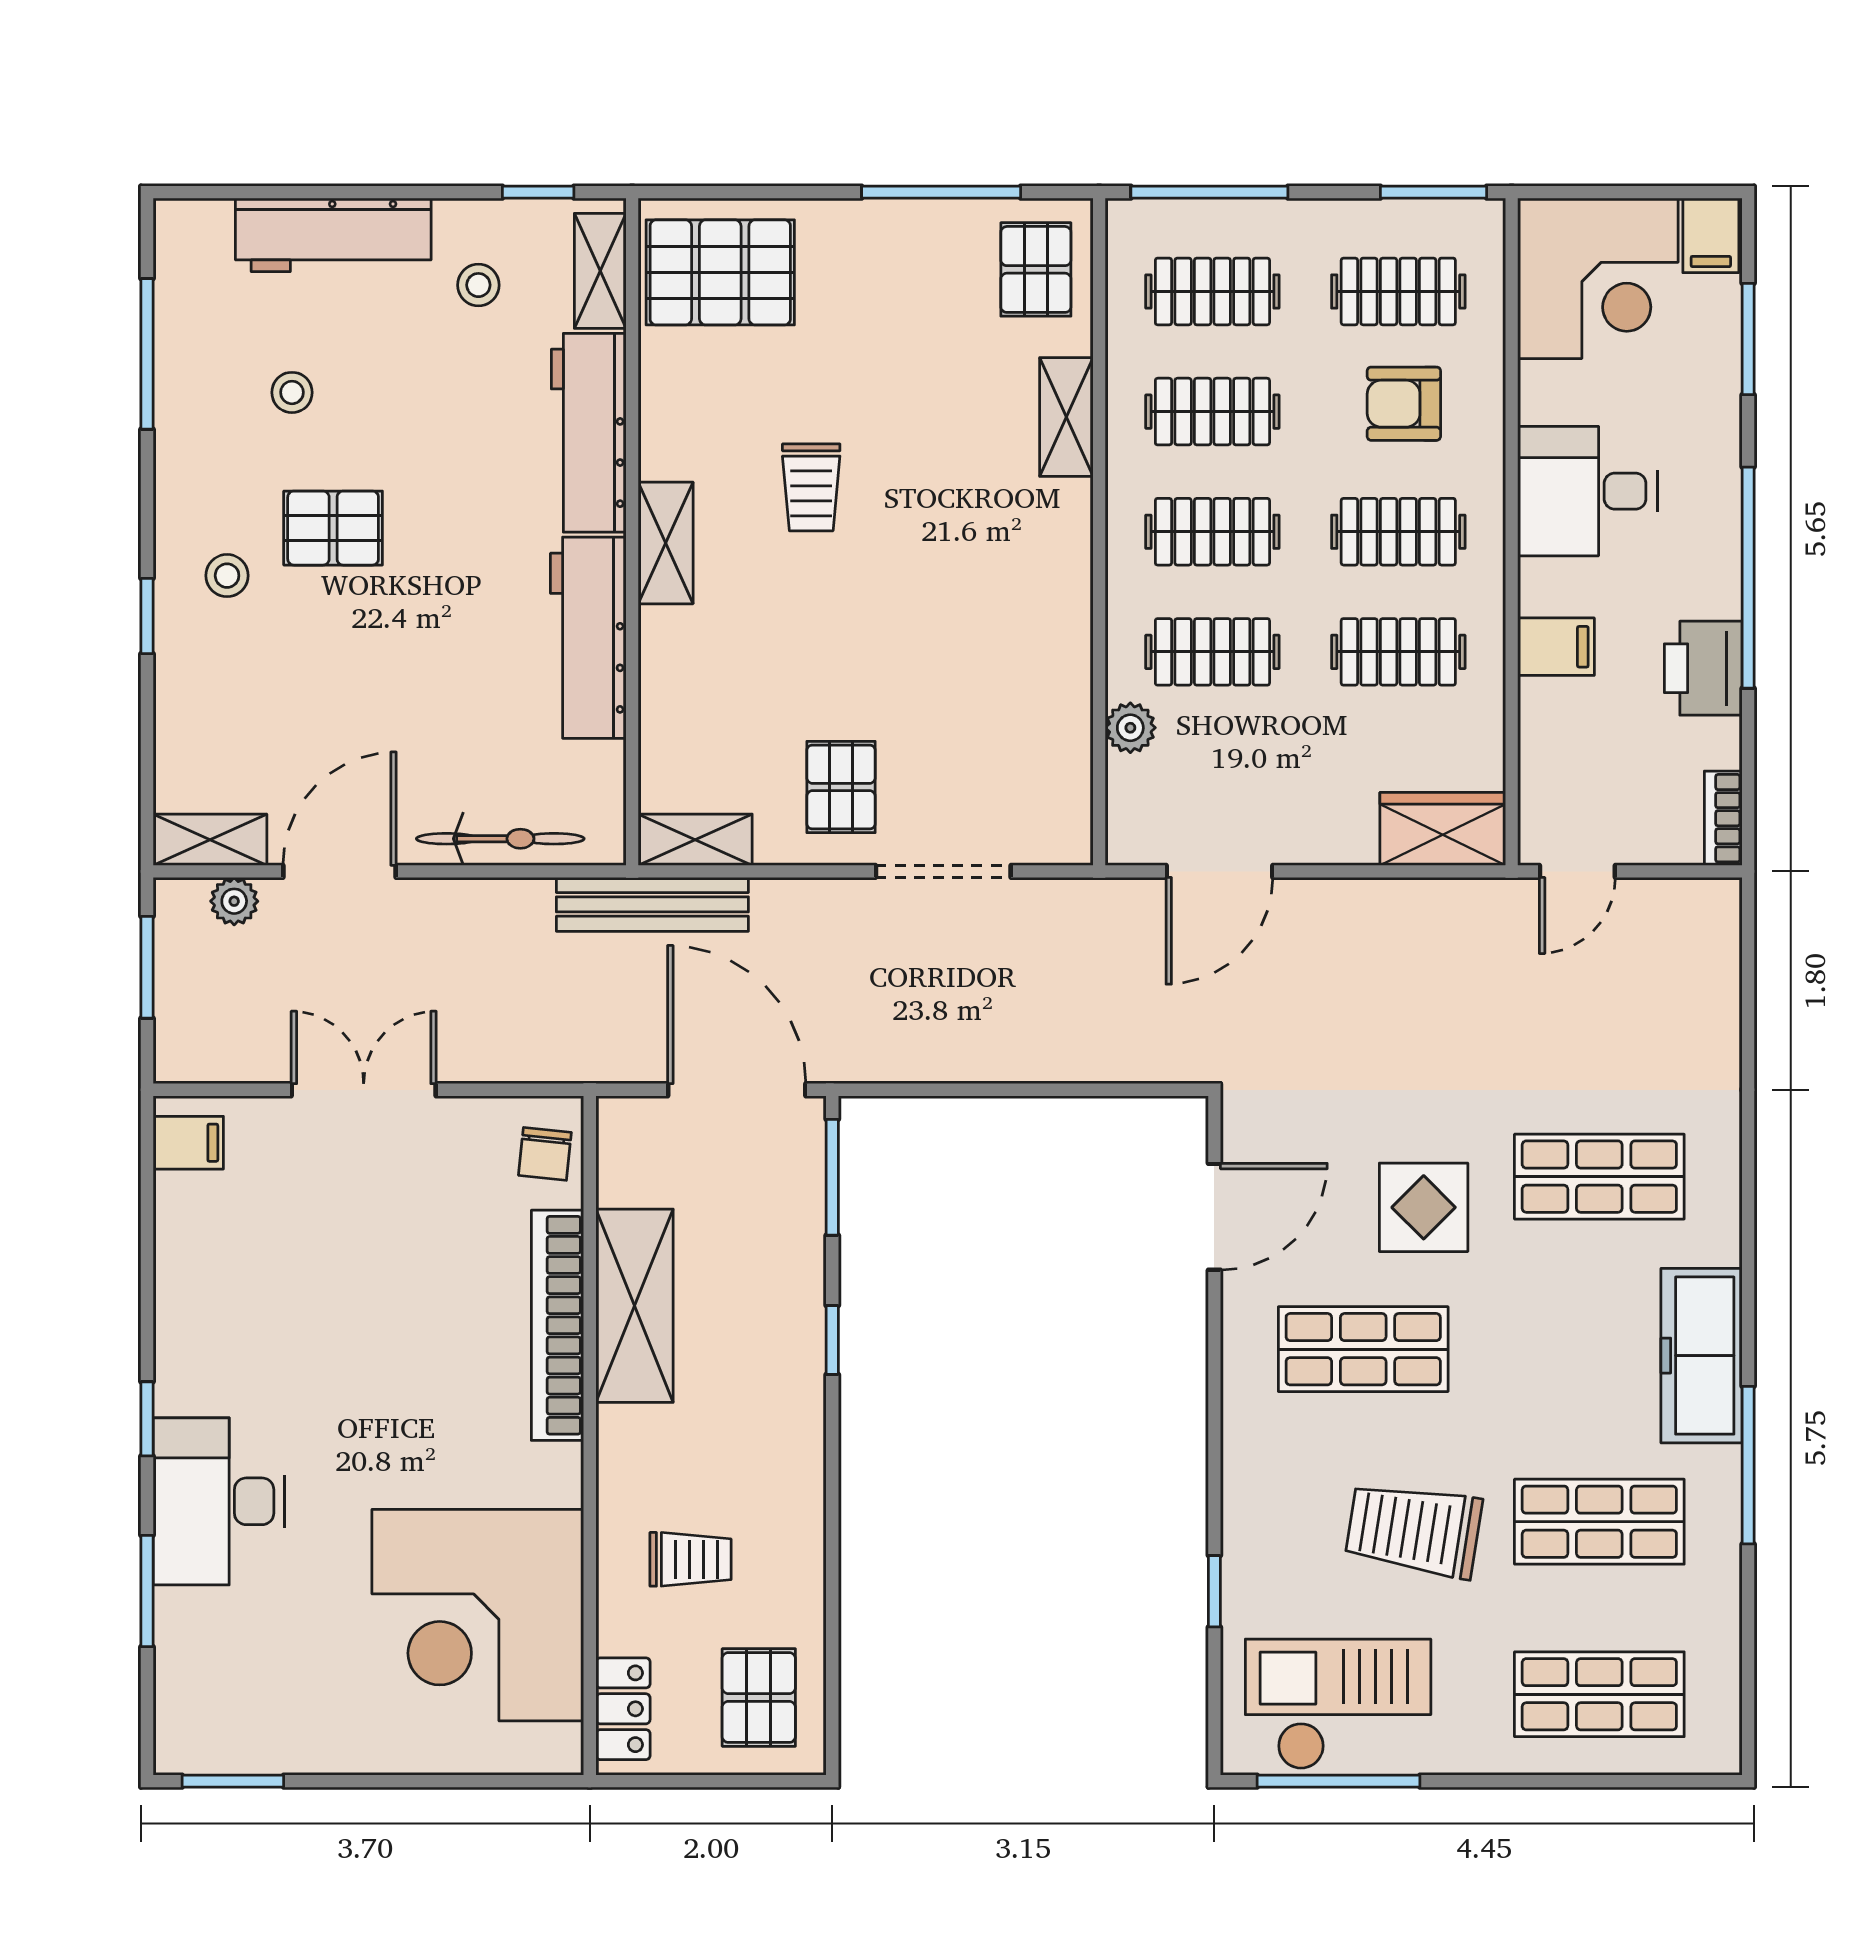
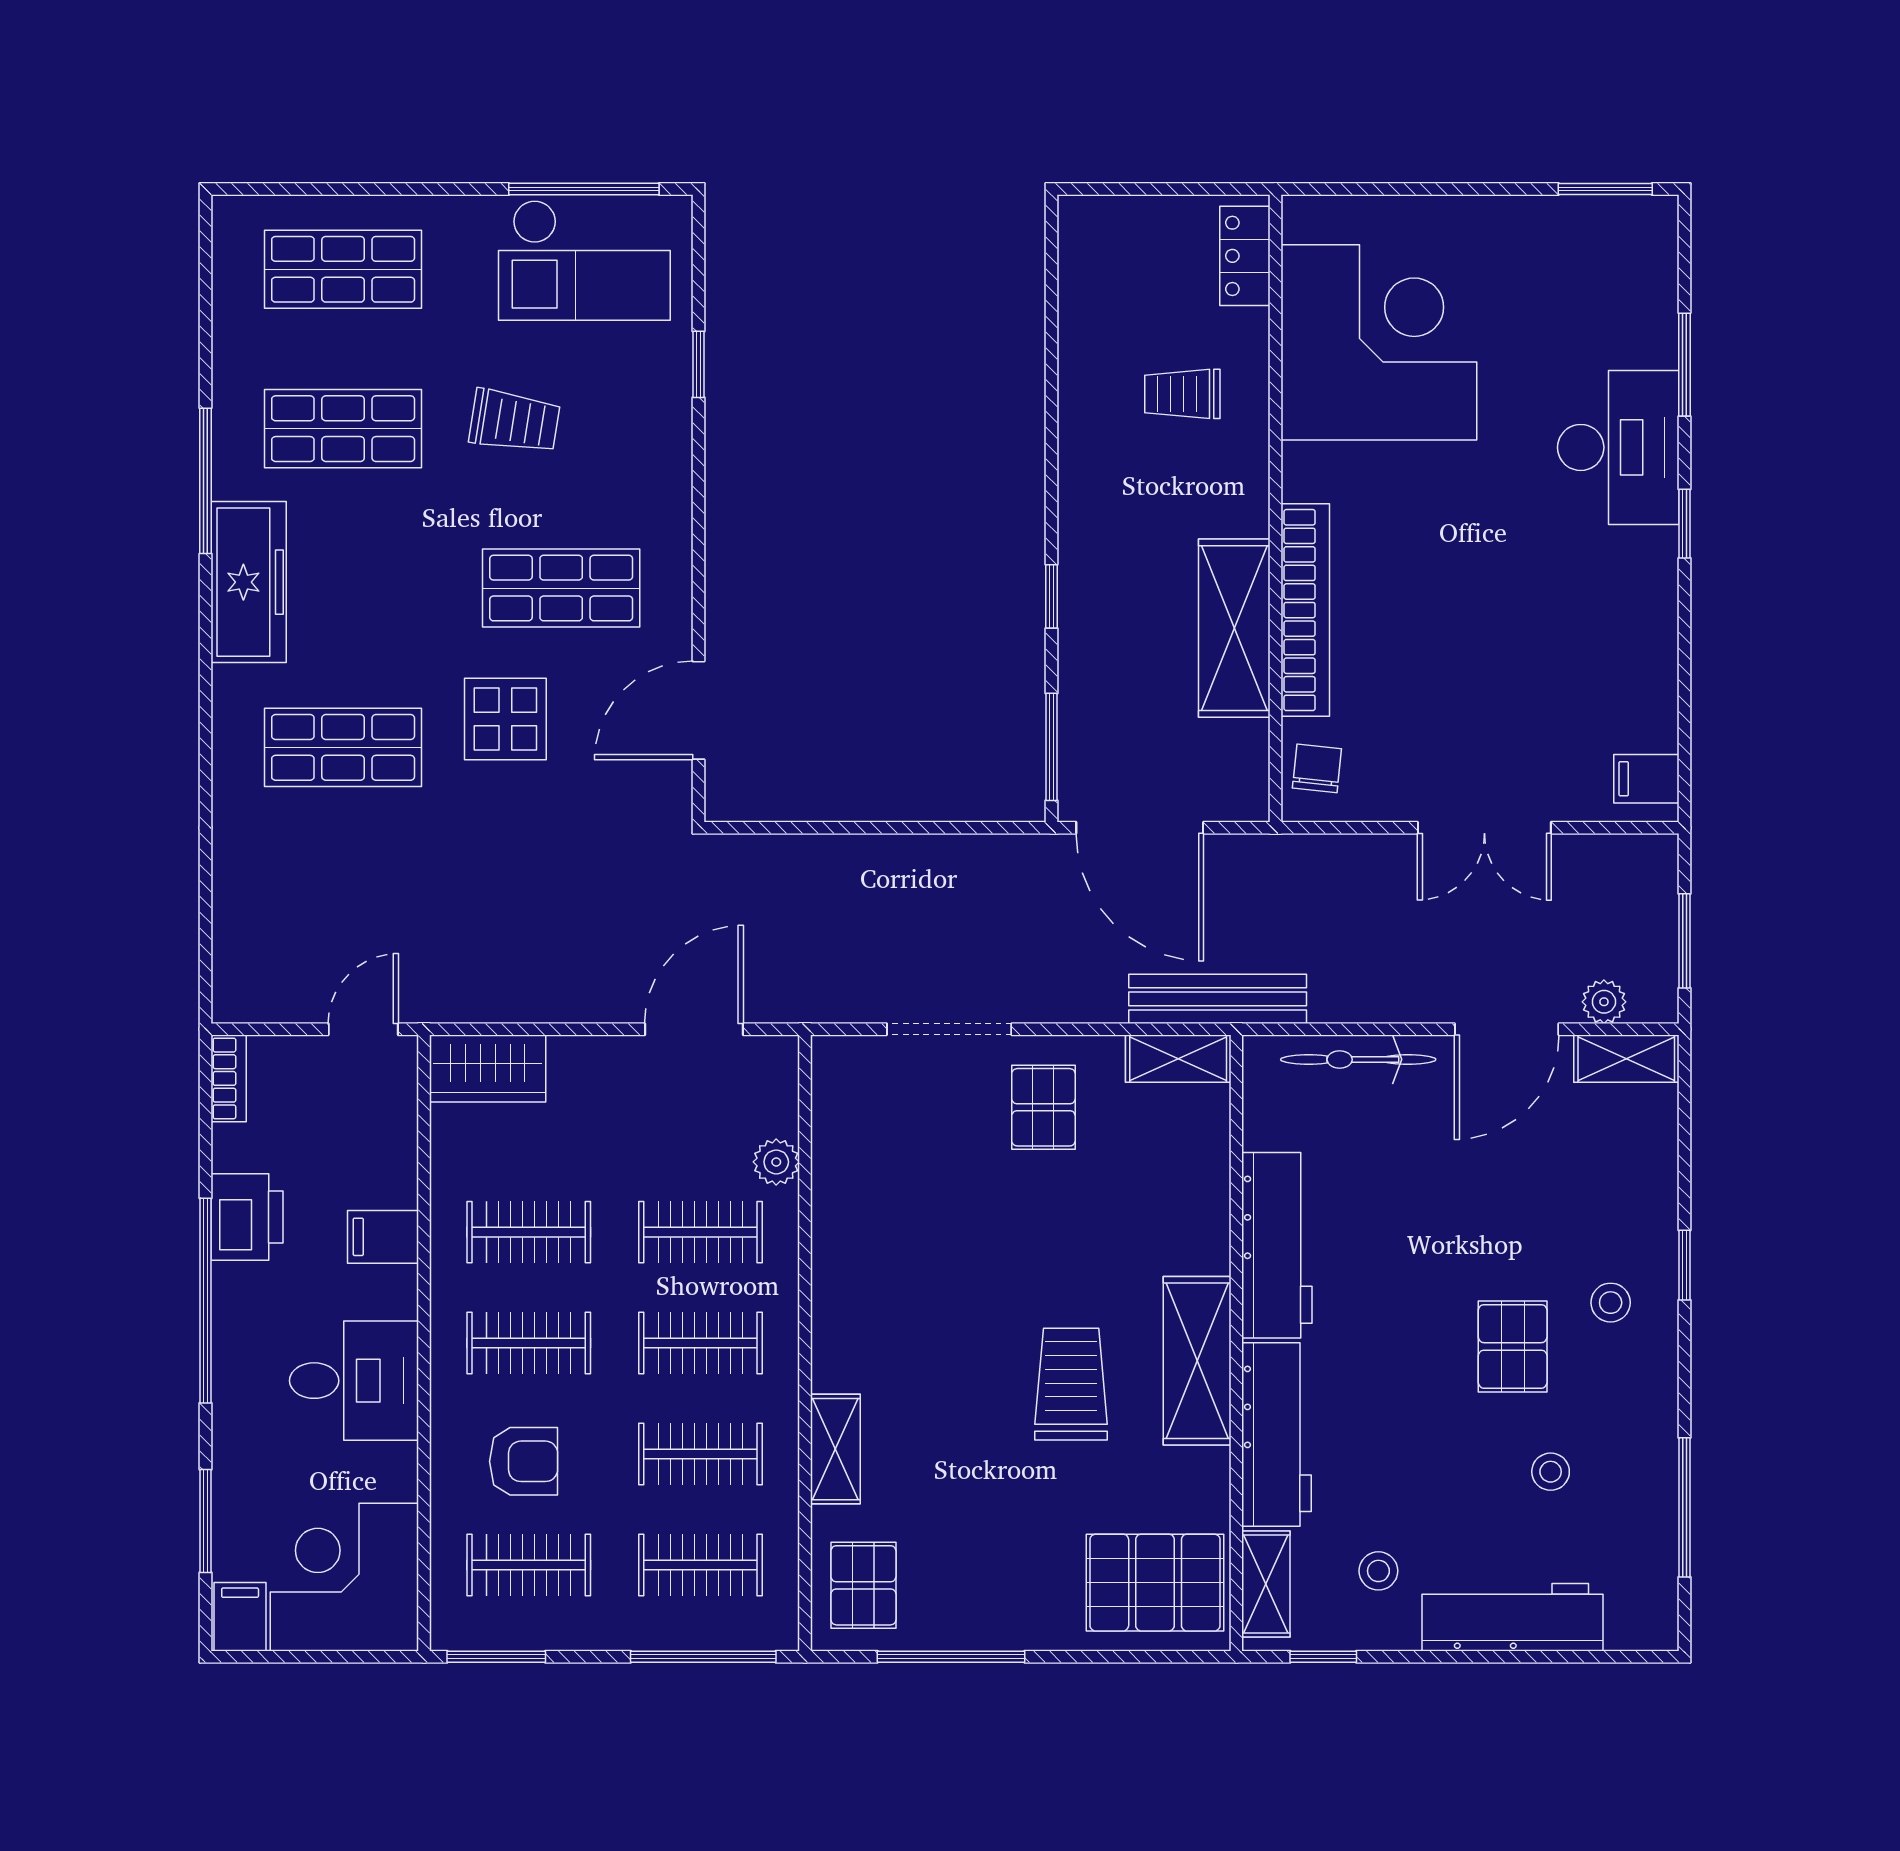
trolley: (811, 487) -> (1071, 1384), width x1.36, depth x1.39
pallet: (333, 528) -> (1513, 1346), turned 90
shelving: (666, 543) -> (1197, 1361), width x1.50, depth x1.33
trolley: (1414, 1530) -> (515, 421), width x0.73, depth x0.72
pallet: (759, 1698) -> (1119, 266), removed

